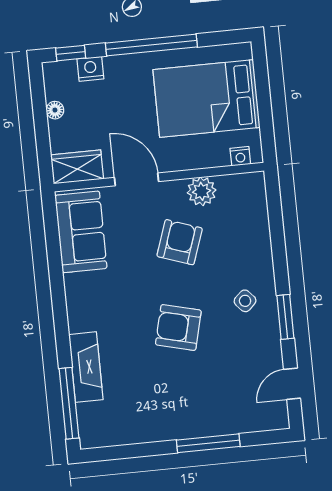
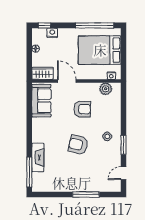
window: (151, 45) -> (95, 25), moved
plant: (202, 191) -> (106, 89), moved
armchair: (180, 242) -> (82, 109), turned 71

